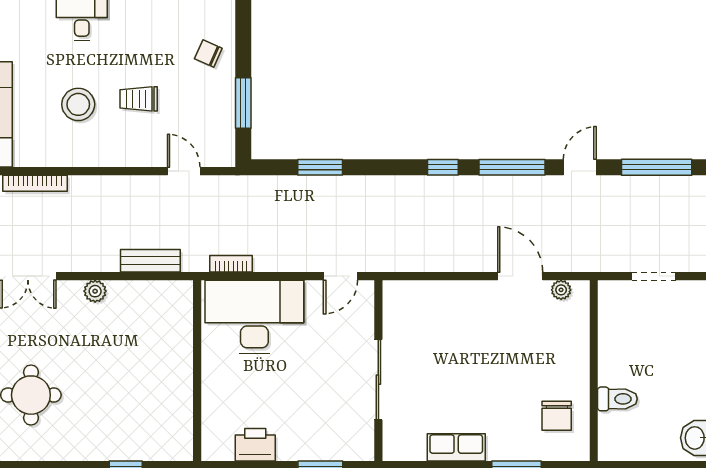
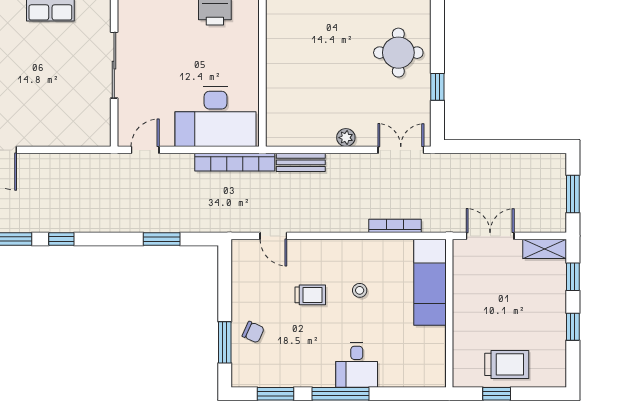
window: (243, 103) -> (225, 342), moved
stool: (78, 104) -> (360, 290), width x0.53, depth x0.53
bookcase: (231, 264) -> (235, 162), width x2.31, depth x1.31

